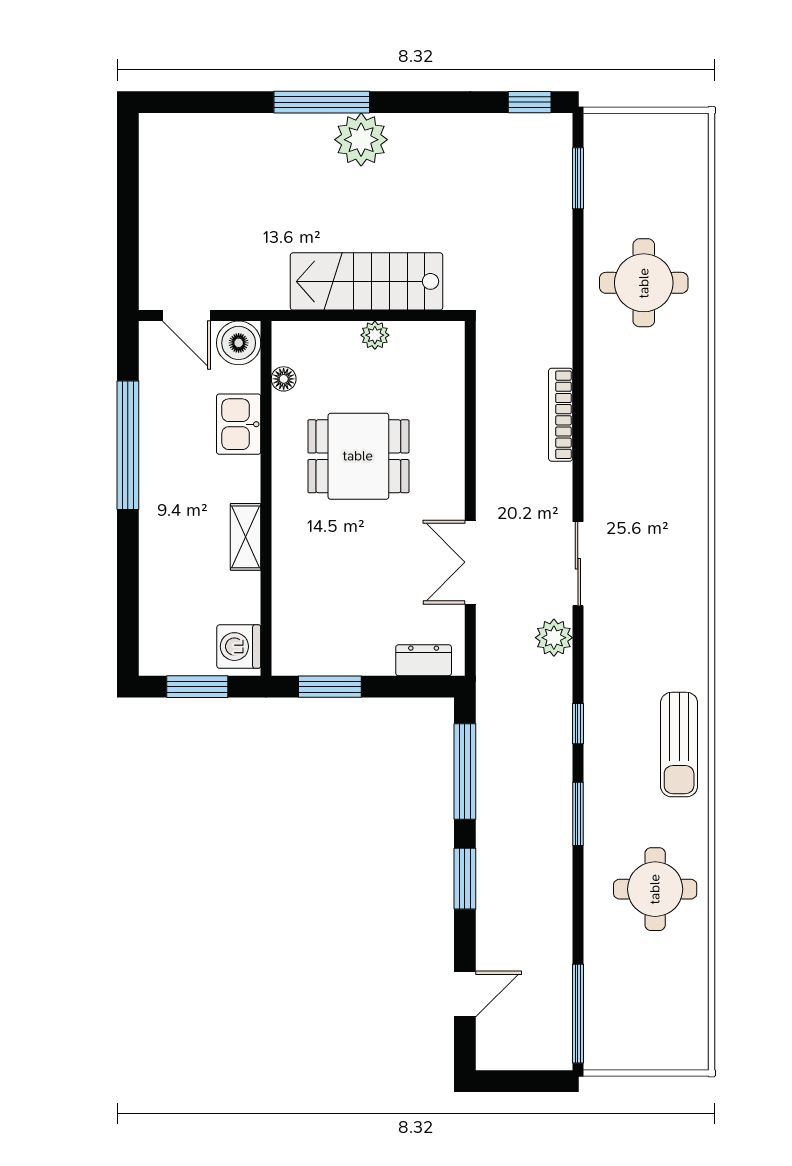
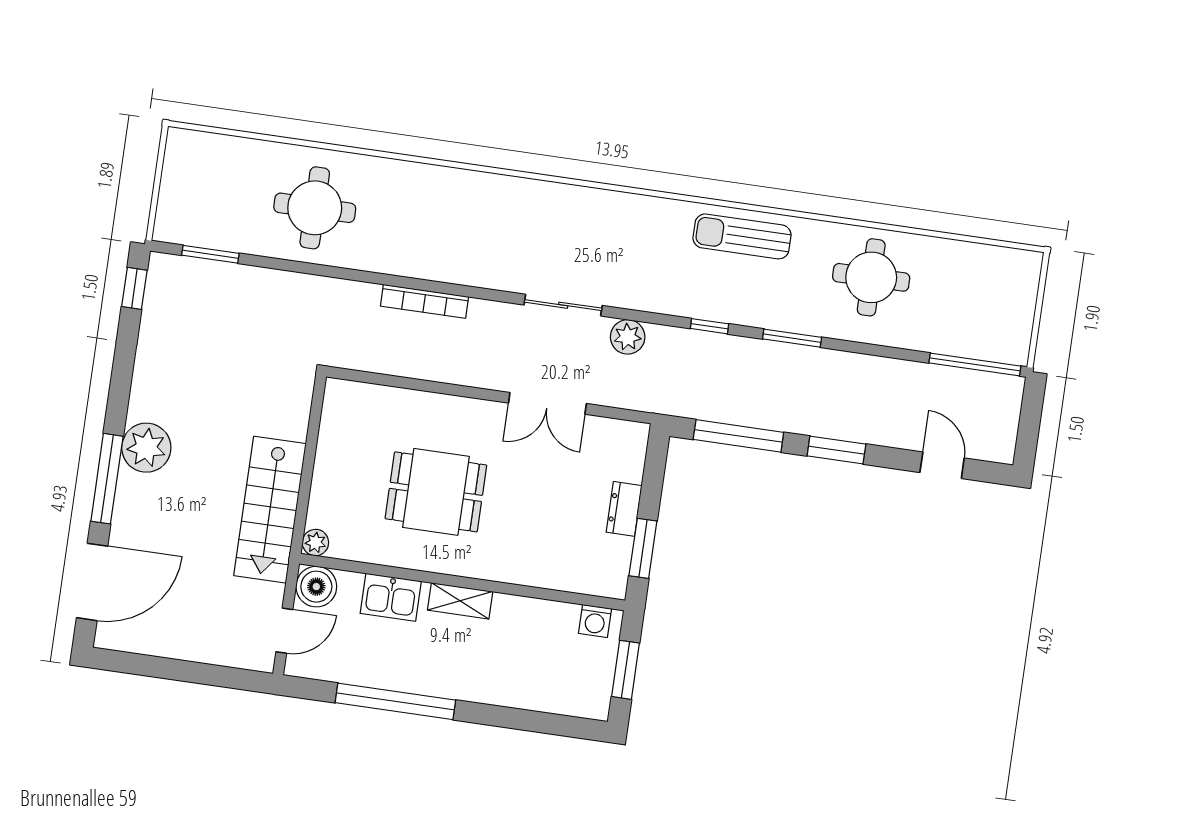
door: (209, 102) -> (92, 582), added
stairs: (367, 281) -> (270, 510), moved
plant: (375, 335) -> (315, 543), moved
floor lamp: (284, 379) -> (355, 550), removed
dining table: (358, 456) -> (436, 492), turned 90
shelving: (246, 537) -> (460, 601), moved
washing machine: (239, 647) -> (595, 621), width x0.73, depth x0.73
dresser: (424, 660) -> (624, 509), moved
sun lounger: (679, 745) -> (742, 236), turned 180

